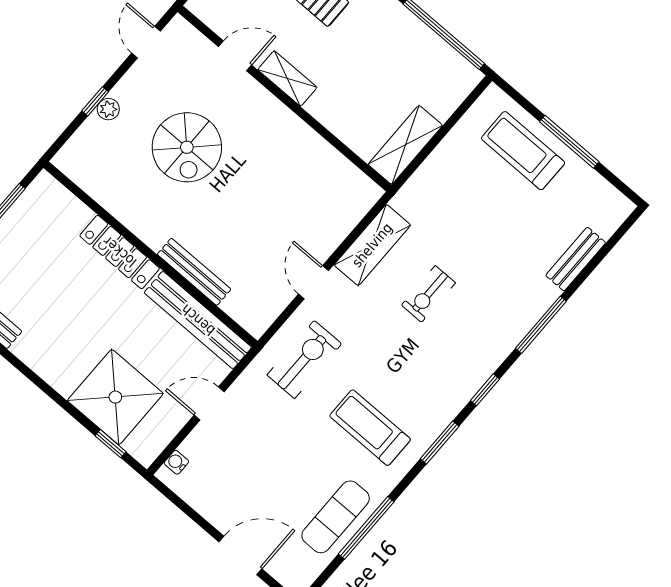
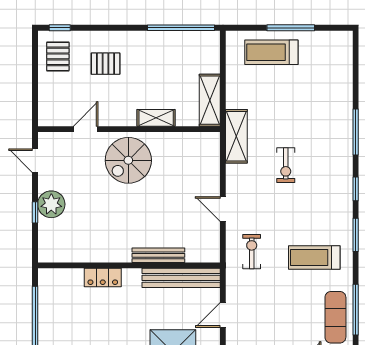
shelving: (287, 79) -> (156, 118), moved
plant: (108, 109) -> (51, 204), width x1.87, depth x1.87
spiral stairs: (187, 147) -> (128, 160), moved, turned 90
shelving: (372, 245) -> (236, 136), moved
locker: (120, 252) -> (103, 278), width x0.66
bench: (576, 259) -> (345, 84), removed
exercise bike: (304, 359) -> (252, 252), width x0.73, depth x0.72

